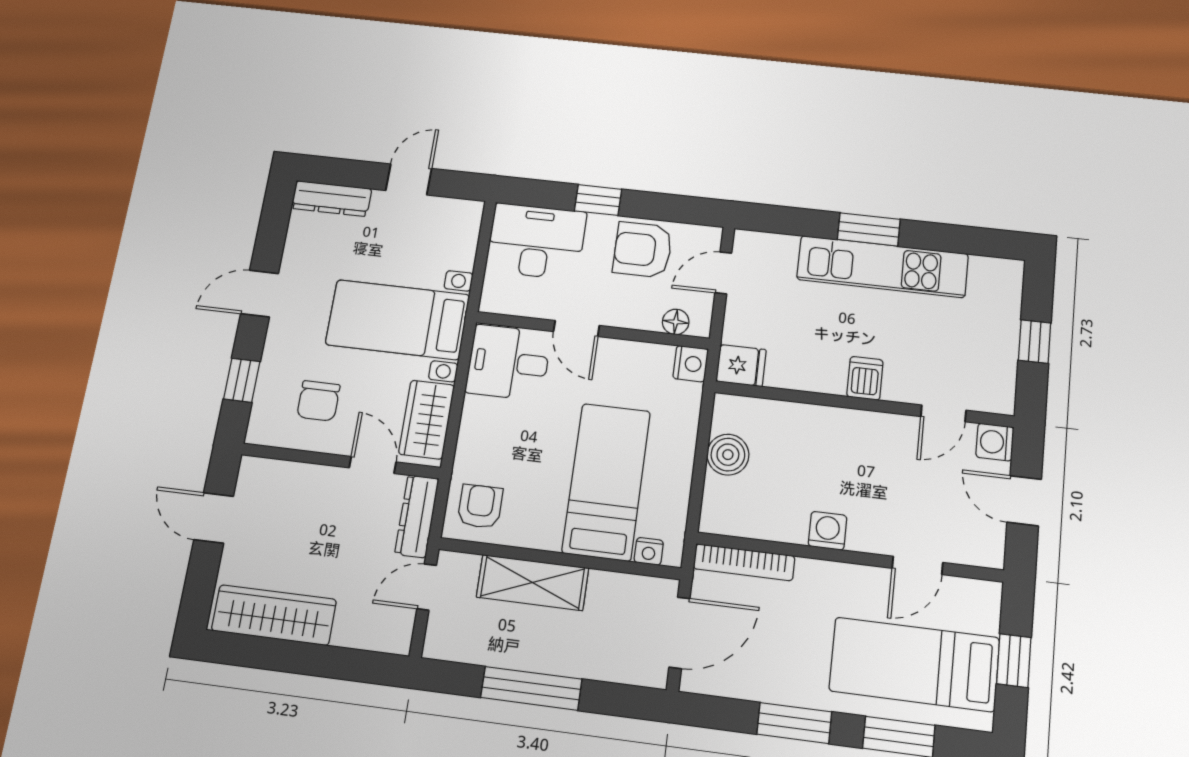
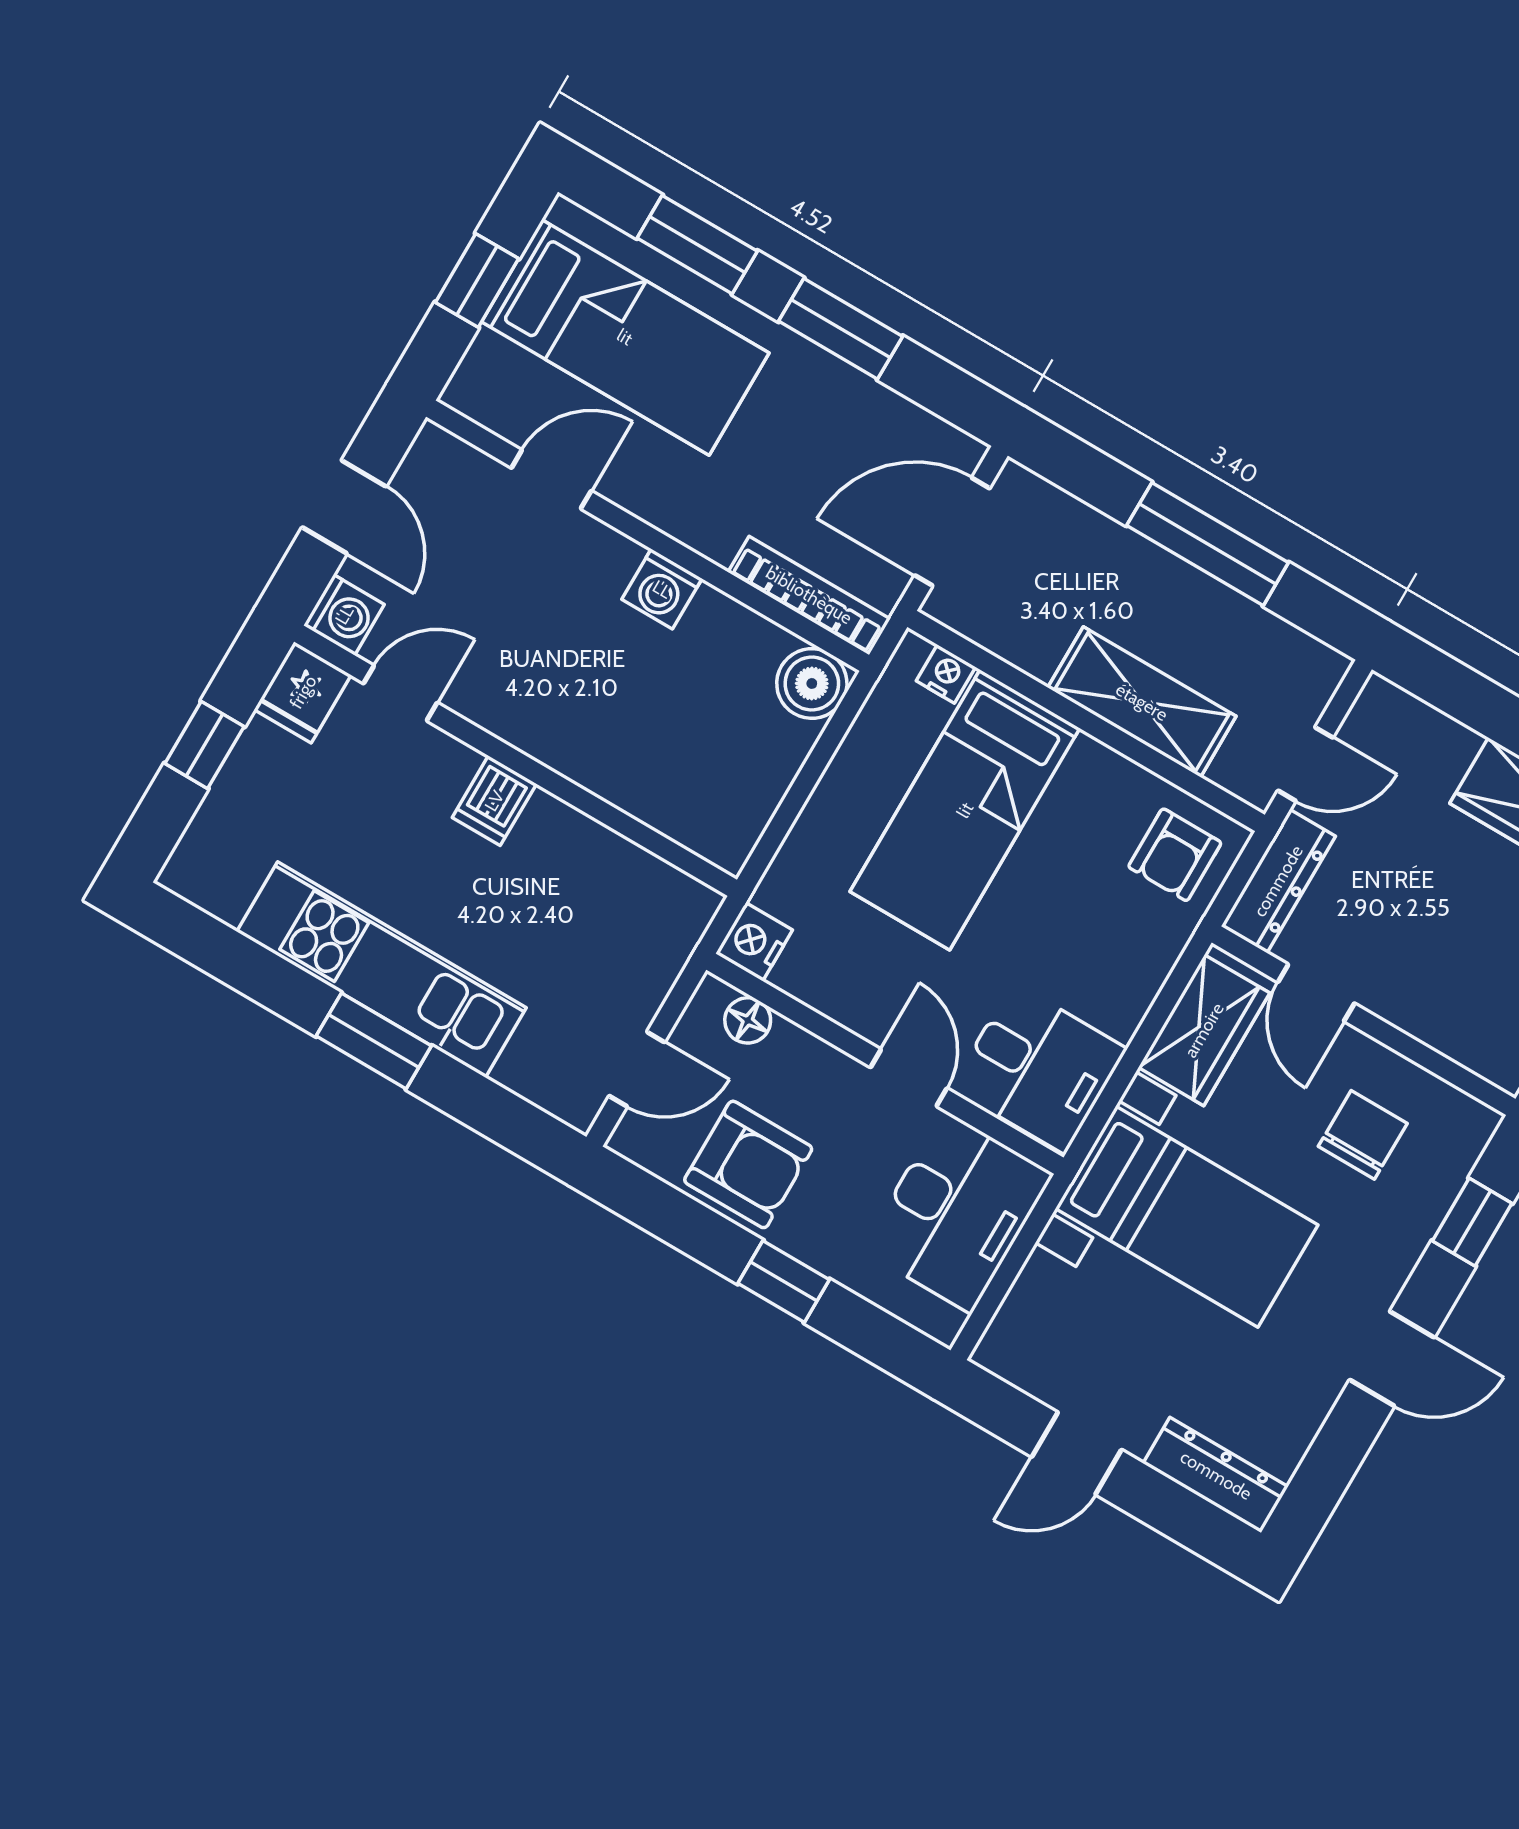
desk: (536, 241) -> (957, 1212), moved, turned -90
fridge: (741, 366) -> (303, 692), moved, turned -90
boiler: (728, 455) -> (812, 684), moved

